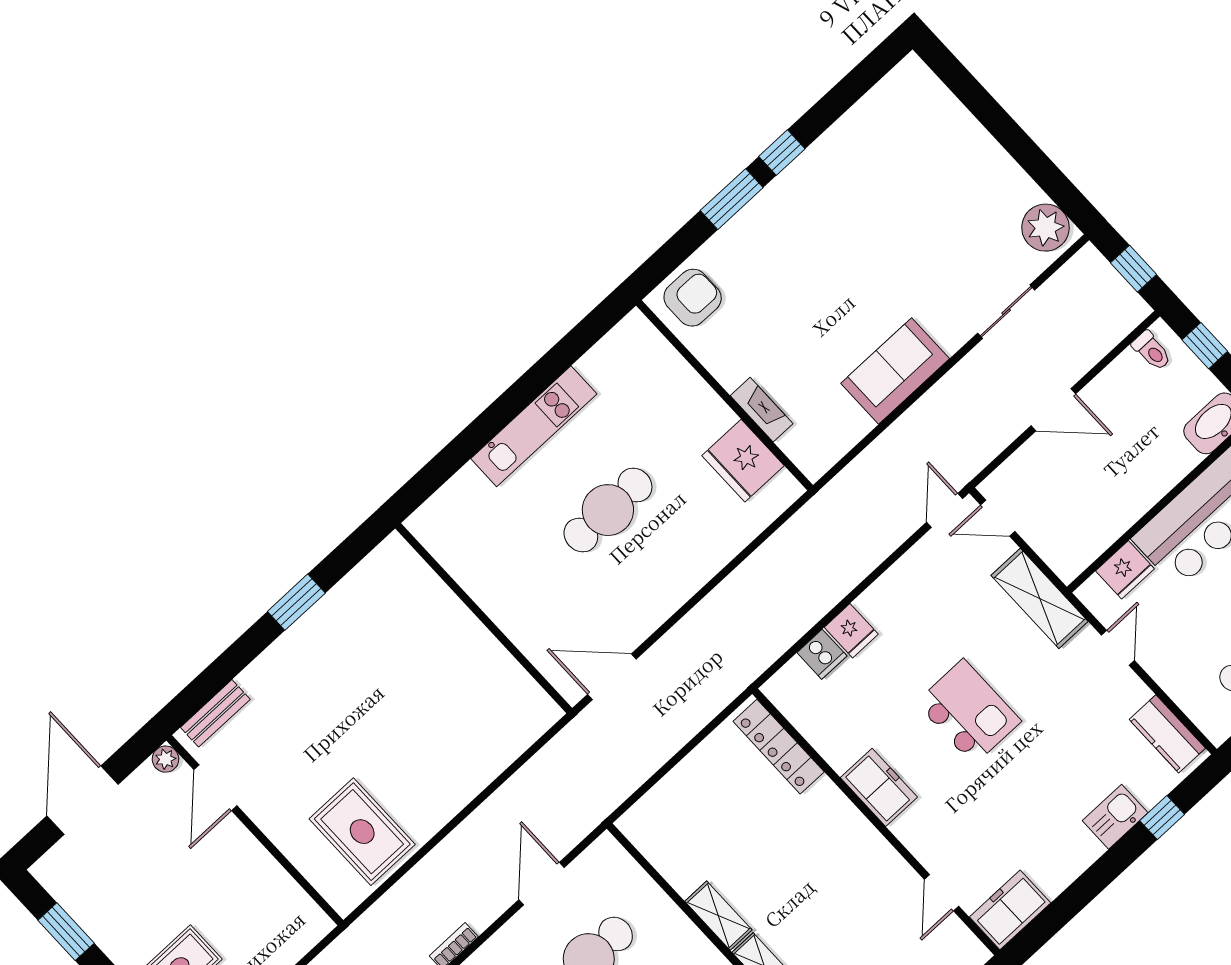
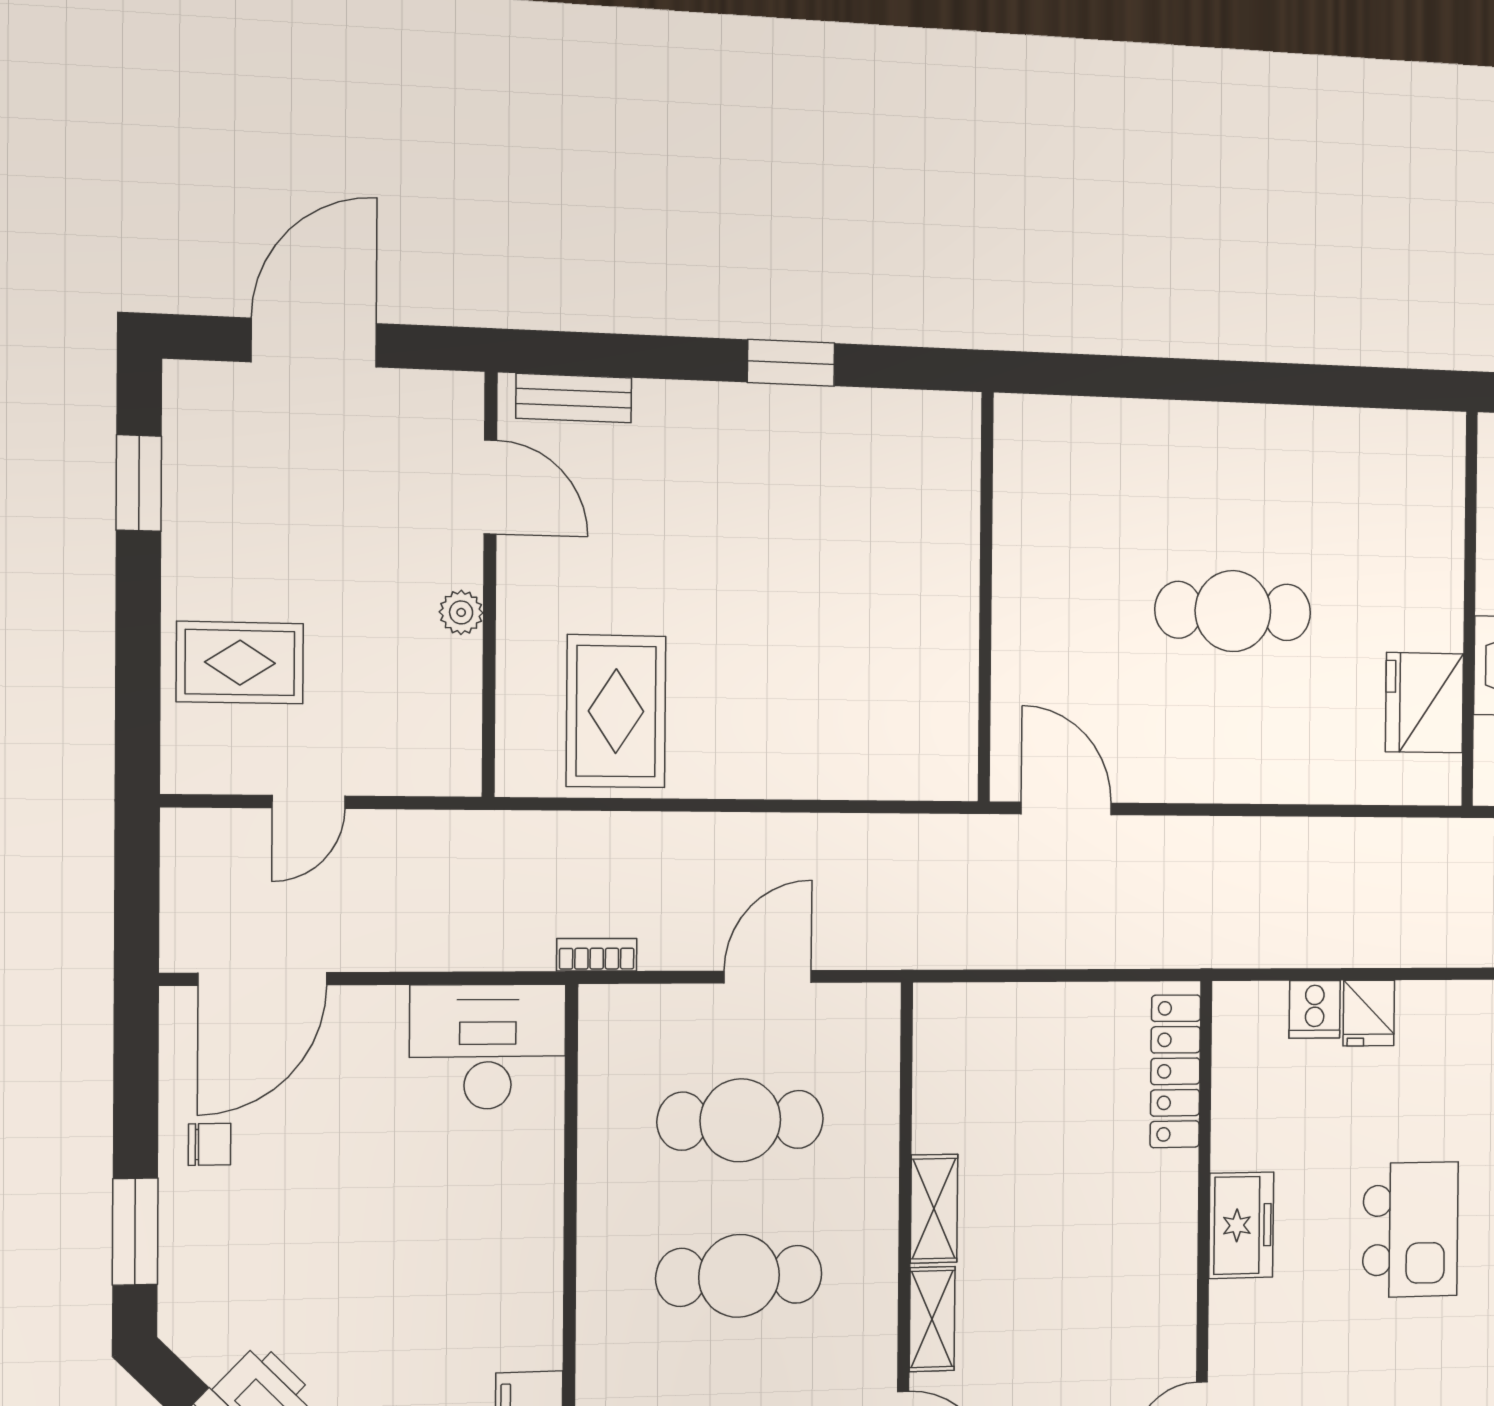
kitchen unit: (534, 426) -> (1239, 433), removed
plant: (166, 759) -> (461, 612), moved
door: (215, 788) -> (490, 487), swing flipped

